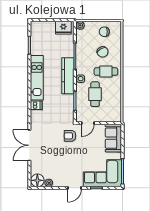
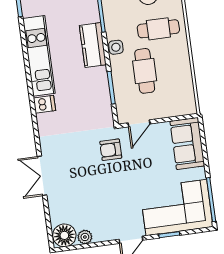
kitchen counter: (68, 76) -> (93, 45), width x0.67
double door: (29, 145) -> (42, 176), width x0.73

